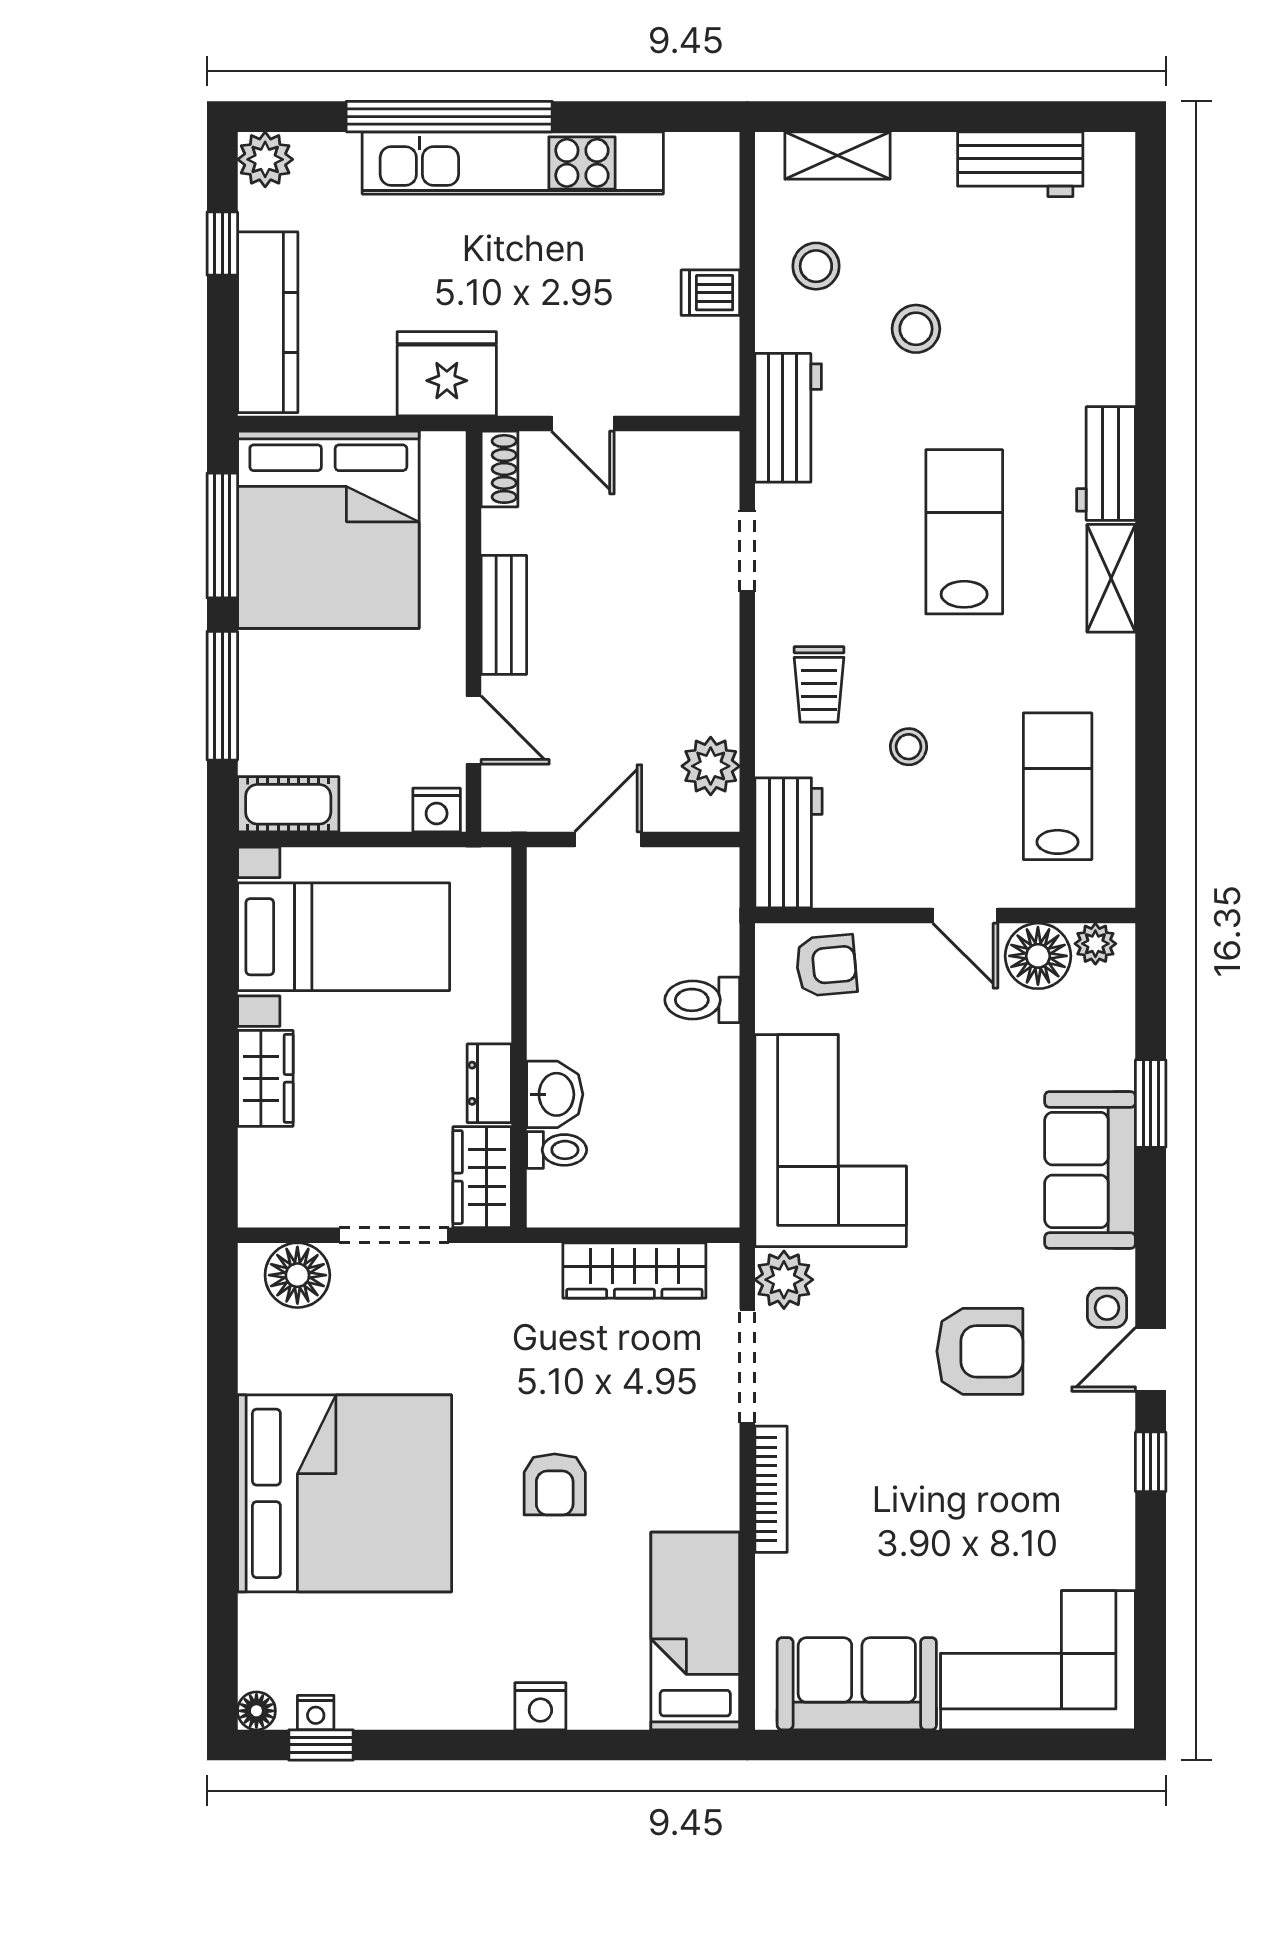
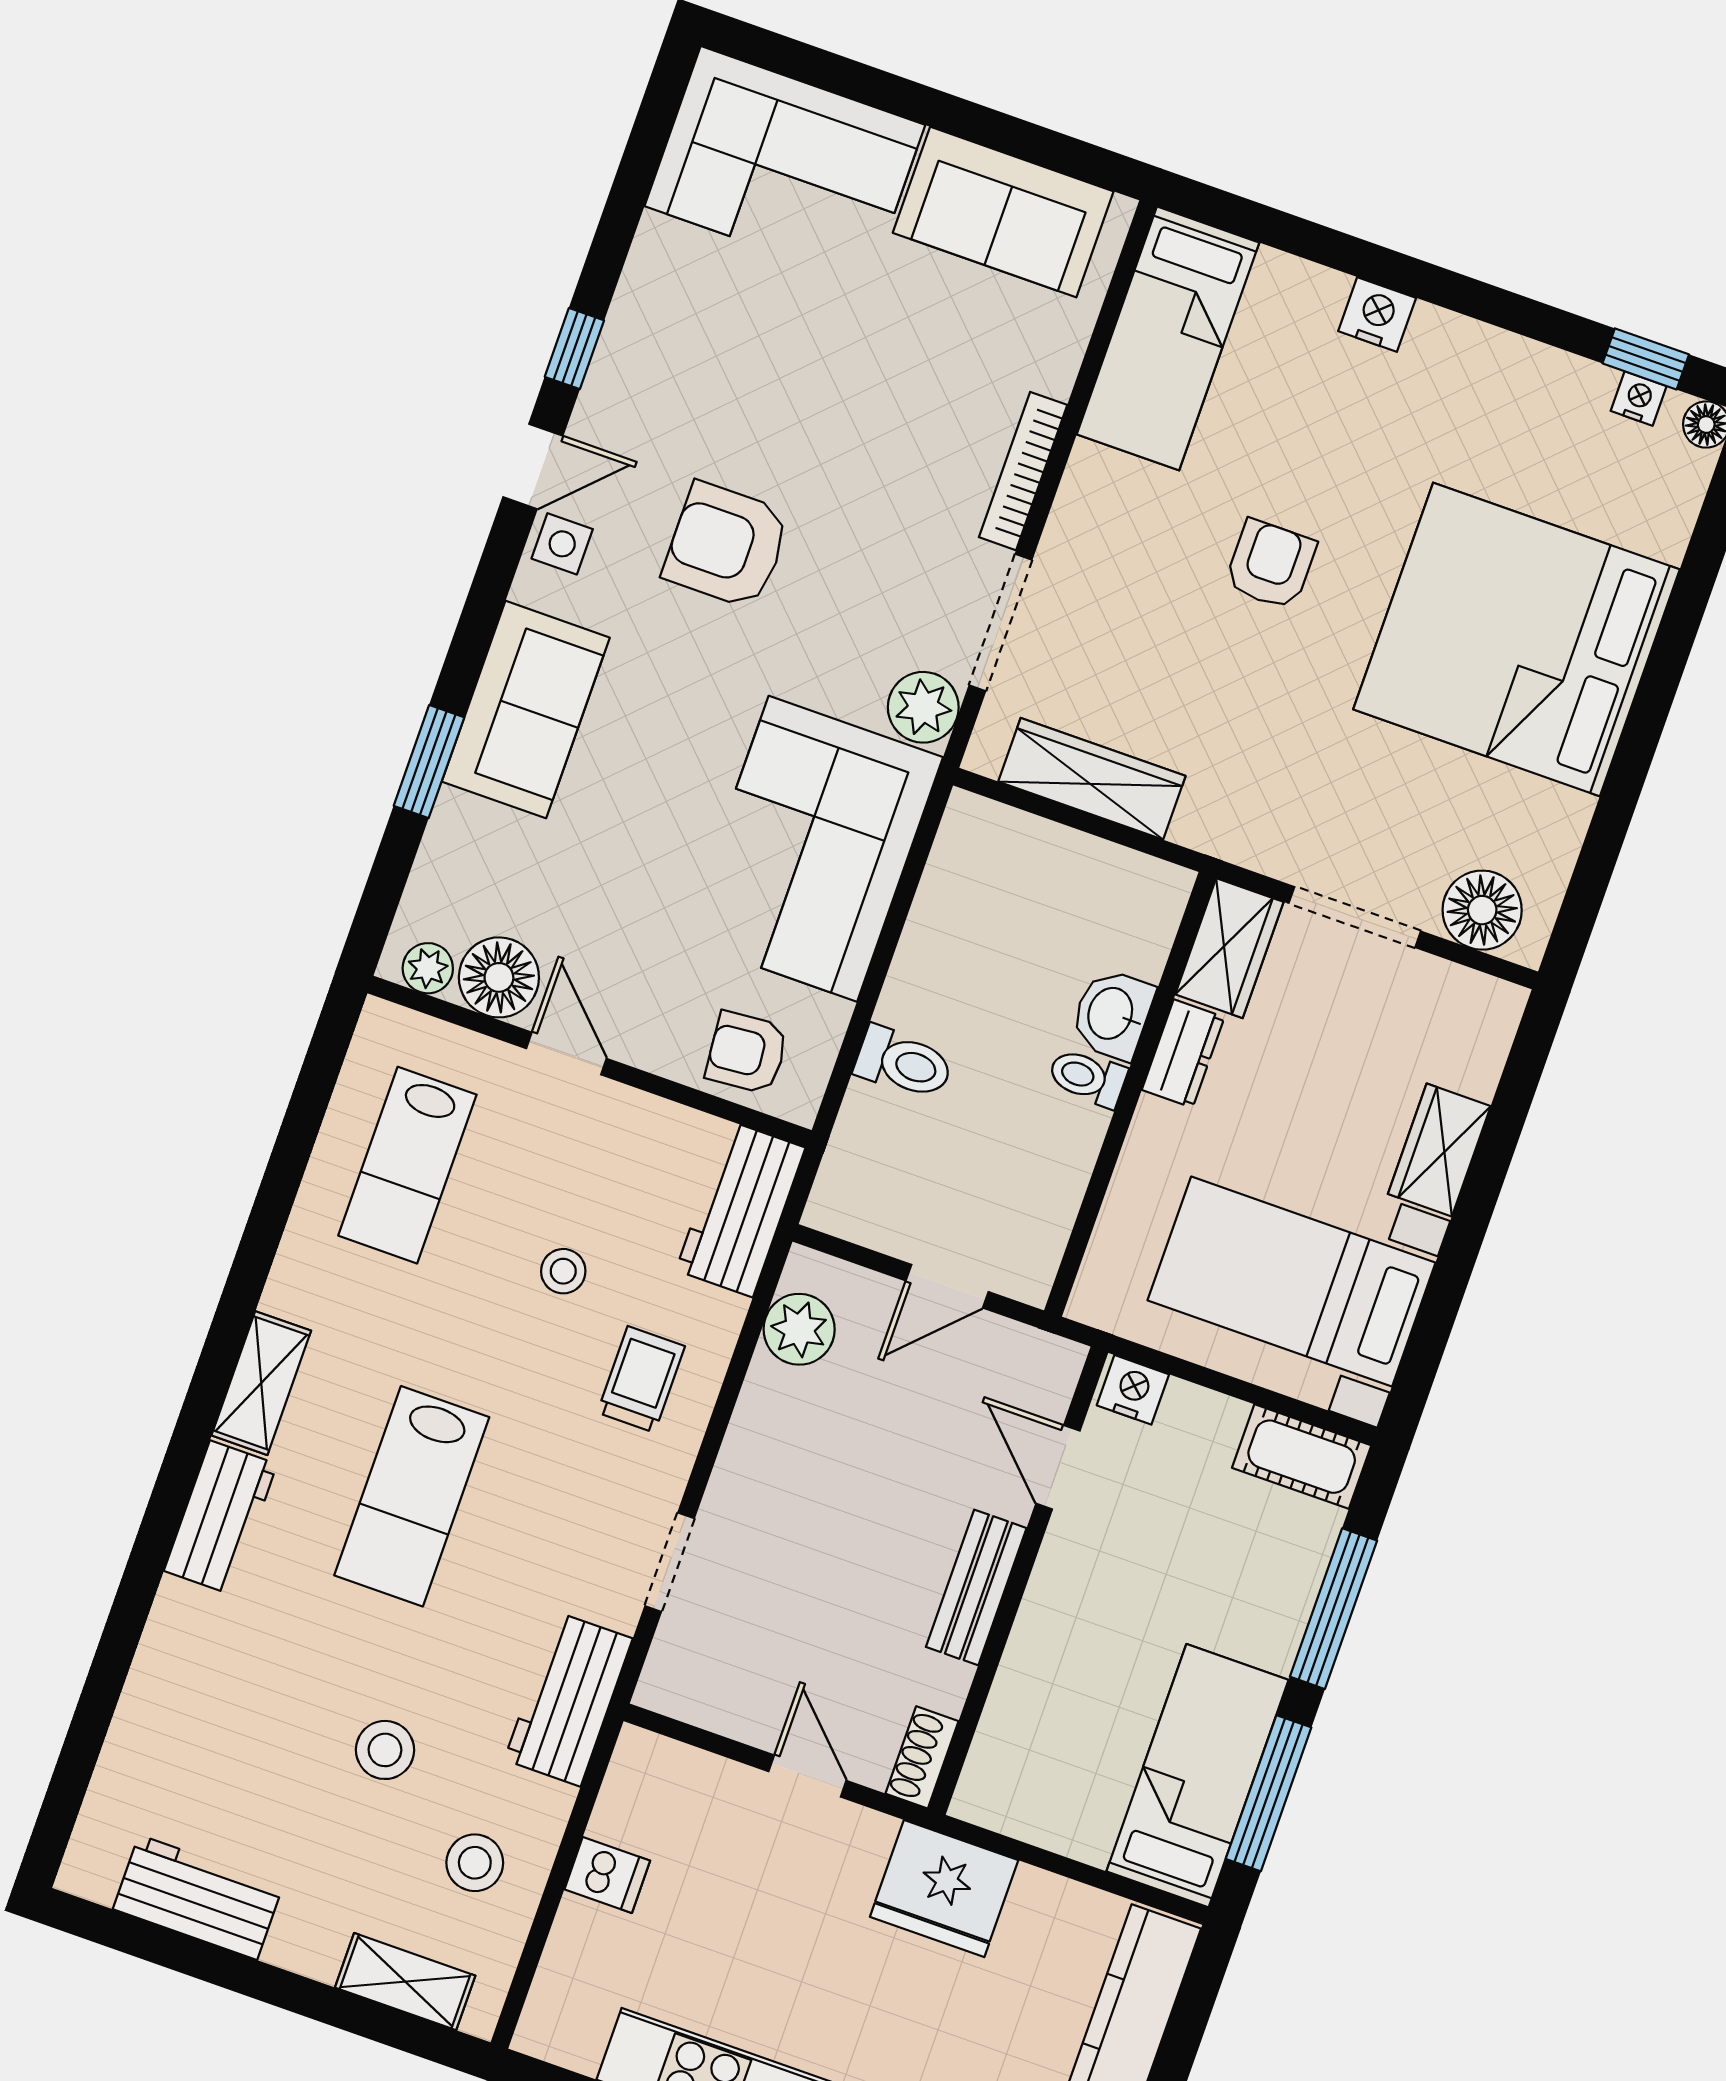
bed: (328, 530) -> (1197, 1776), width x0.49
toilet: (557, 1150) -> (1087, 1077), moved

